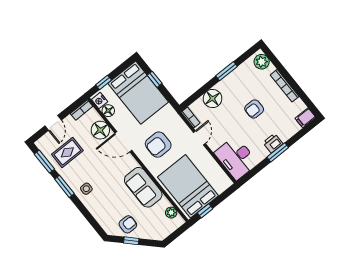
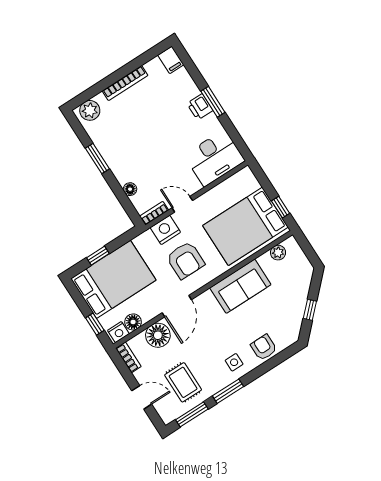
floor lamp: (213, 98) -> (130, 189), width x0.53, depth x0.53
armchair: (254, 109) -> (152, 127), removed
nightstand: (179, 127) -> (165, 230), added
armchair: (128, 224) -> (264, 347), moved

